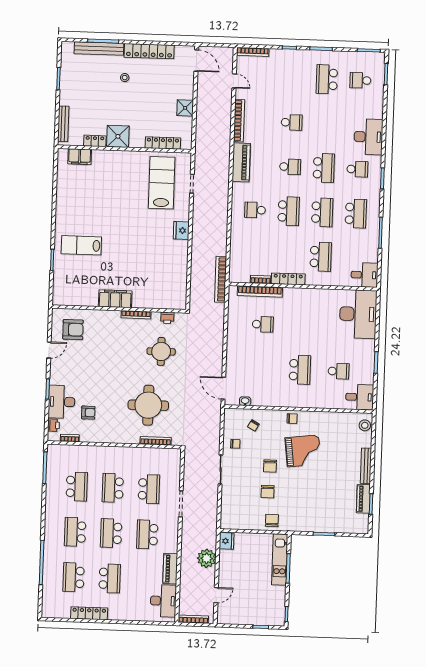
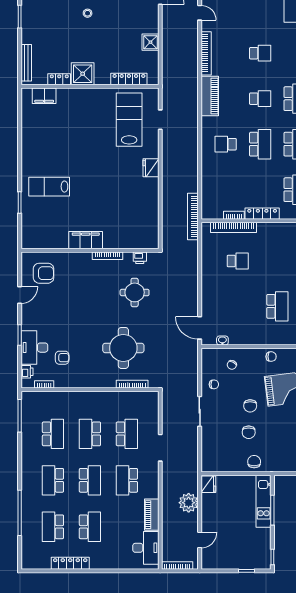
school desk: (111, 533) -> (90, 480), turned 180

